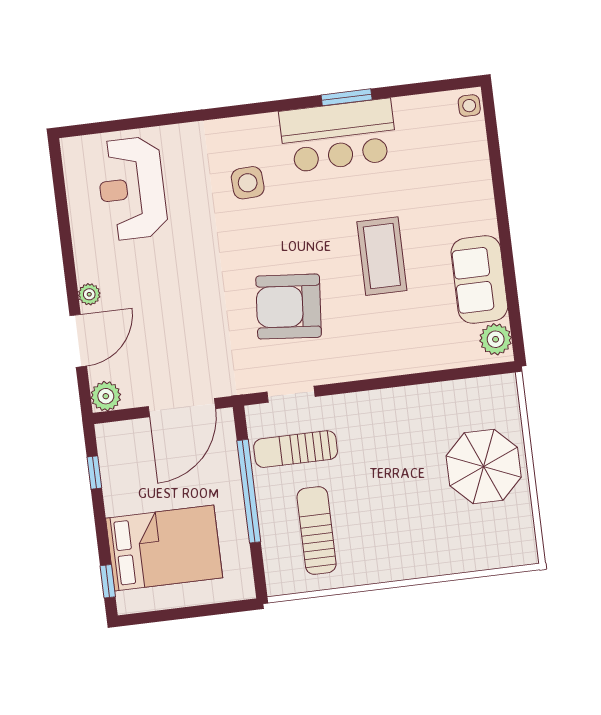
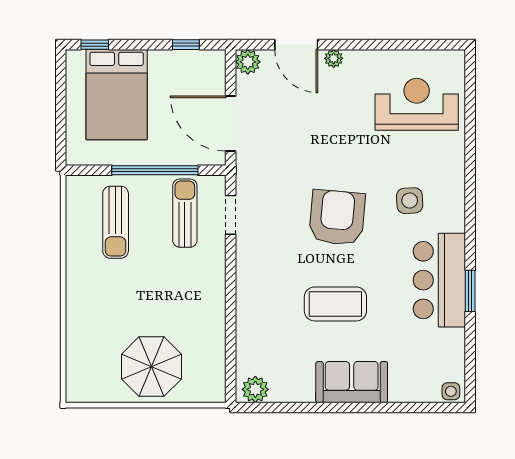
sofa: (479, 280) -> (352, 382), moved
armchair: (289, 307) -> (337, 218), moved
sun lounger: (317, 530) -> (116, 222), turned 90

